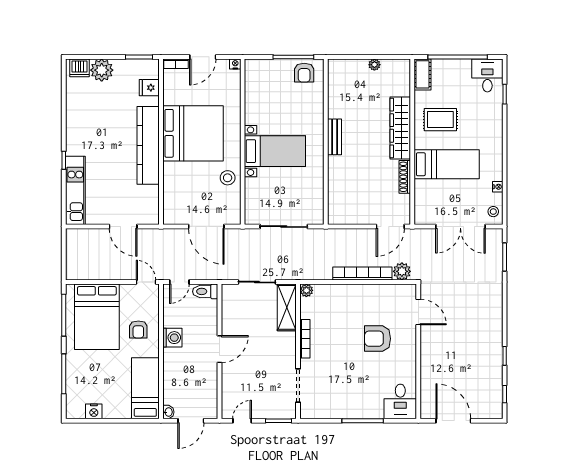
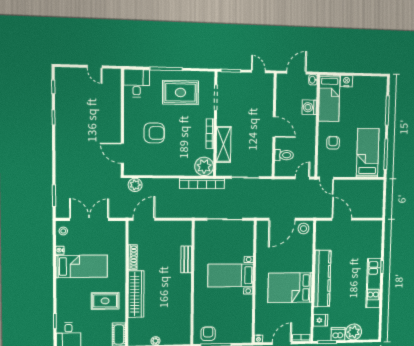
dishwasher: (80, 68) -> (338, 334), moved
bed: (193, 133) -> (290, 288), width x0.73
bench: (335, 137) -> (186, 259), moved
bed: (447, 164) -> (82, 266), moved, turned 180
stool: (228, 178) -> (303, 229), moved
kitchen unit: (75, 190) -> (373, 283), moved
door: (206, 227) -> (282, 219), swing flipped
bookcase: (362, 273) -> (202, 184), moved
plant: (306, 290) -> (204, 166), width x1.88, depth x1.88
toilet: (205, 291) -> (284, 155), moved
shelving: (287, 307) -> (224, 144), moved
bed: (97, 317) -> (368, 153), width x0.67
washing machine: (172, 338) -> (309, 107), moved
door: (219, 349) -> (274, 127), swing flipped
rug: (344, 391) -> (180, 92), added
nightstand: (94, 411) -> (346, 81), moved
door: (242, 421) -> (258, 71), swing flipped
door: (453, 421) -> (95, 67), width x0.53

